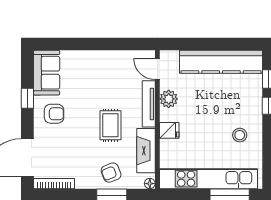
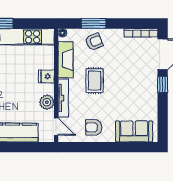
sofa: (47, 73) -> (134, 131), moved, turned 90
window: (27, 98) -> (163, 84), moved
armchair: (54, 114) -> (94, 127), moved

